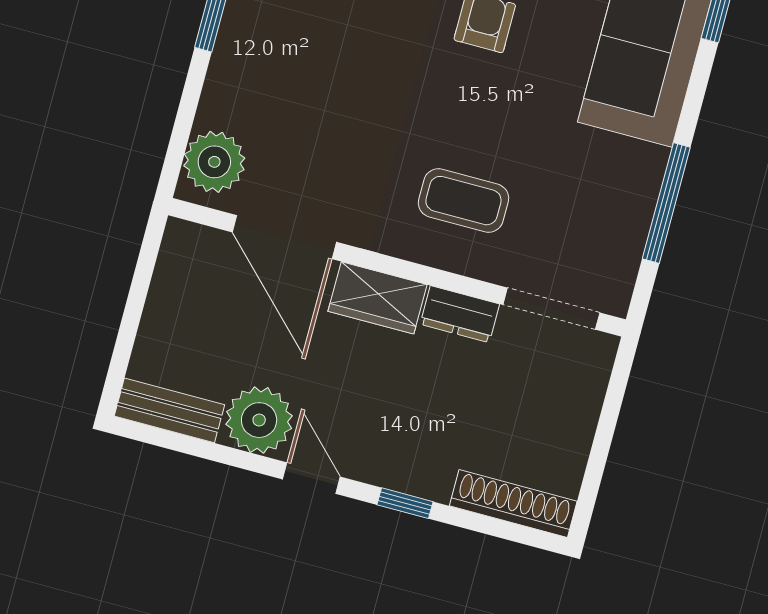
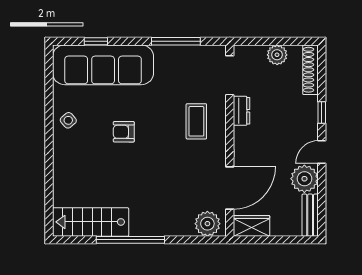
wardrobe: (377, 298) -> (251, 226), moved, turned -90
plant: (570, 434) -> (277, 55), added

